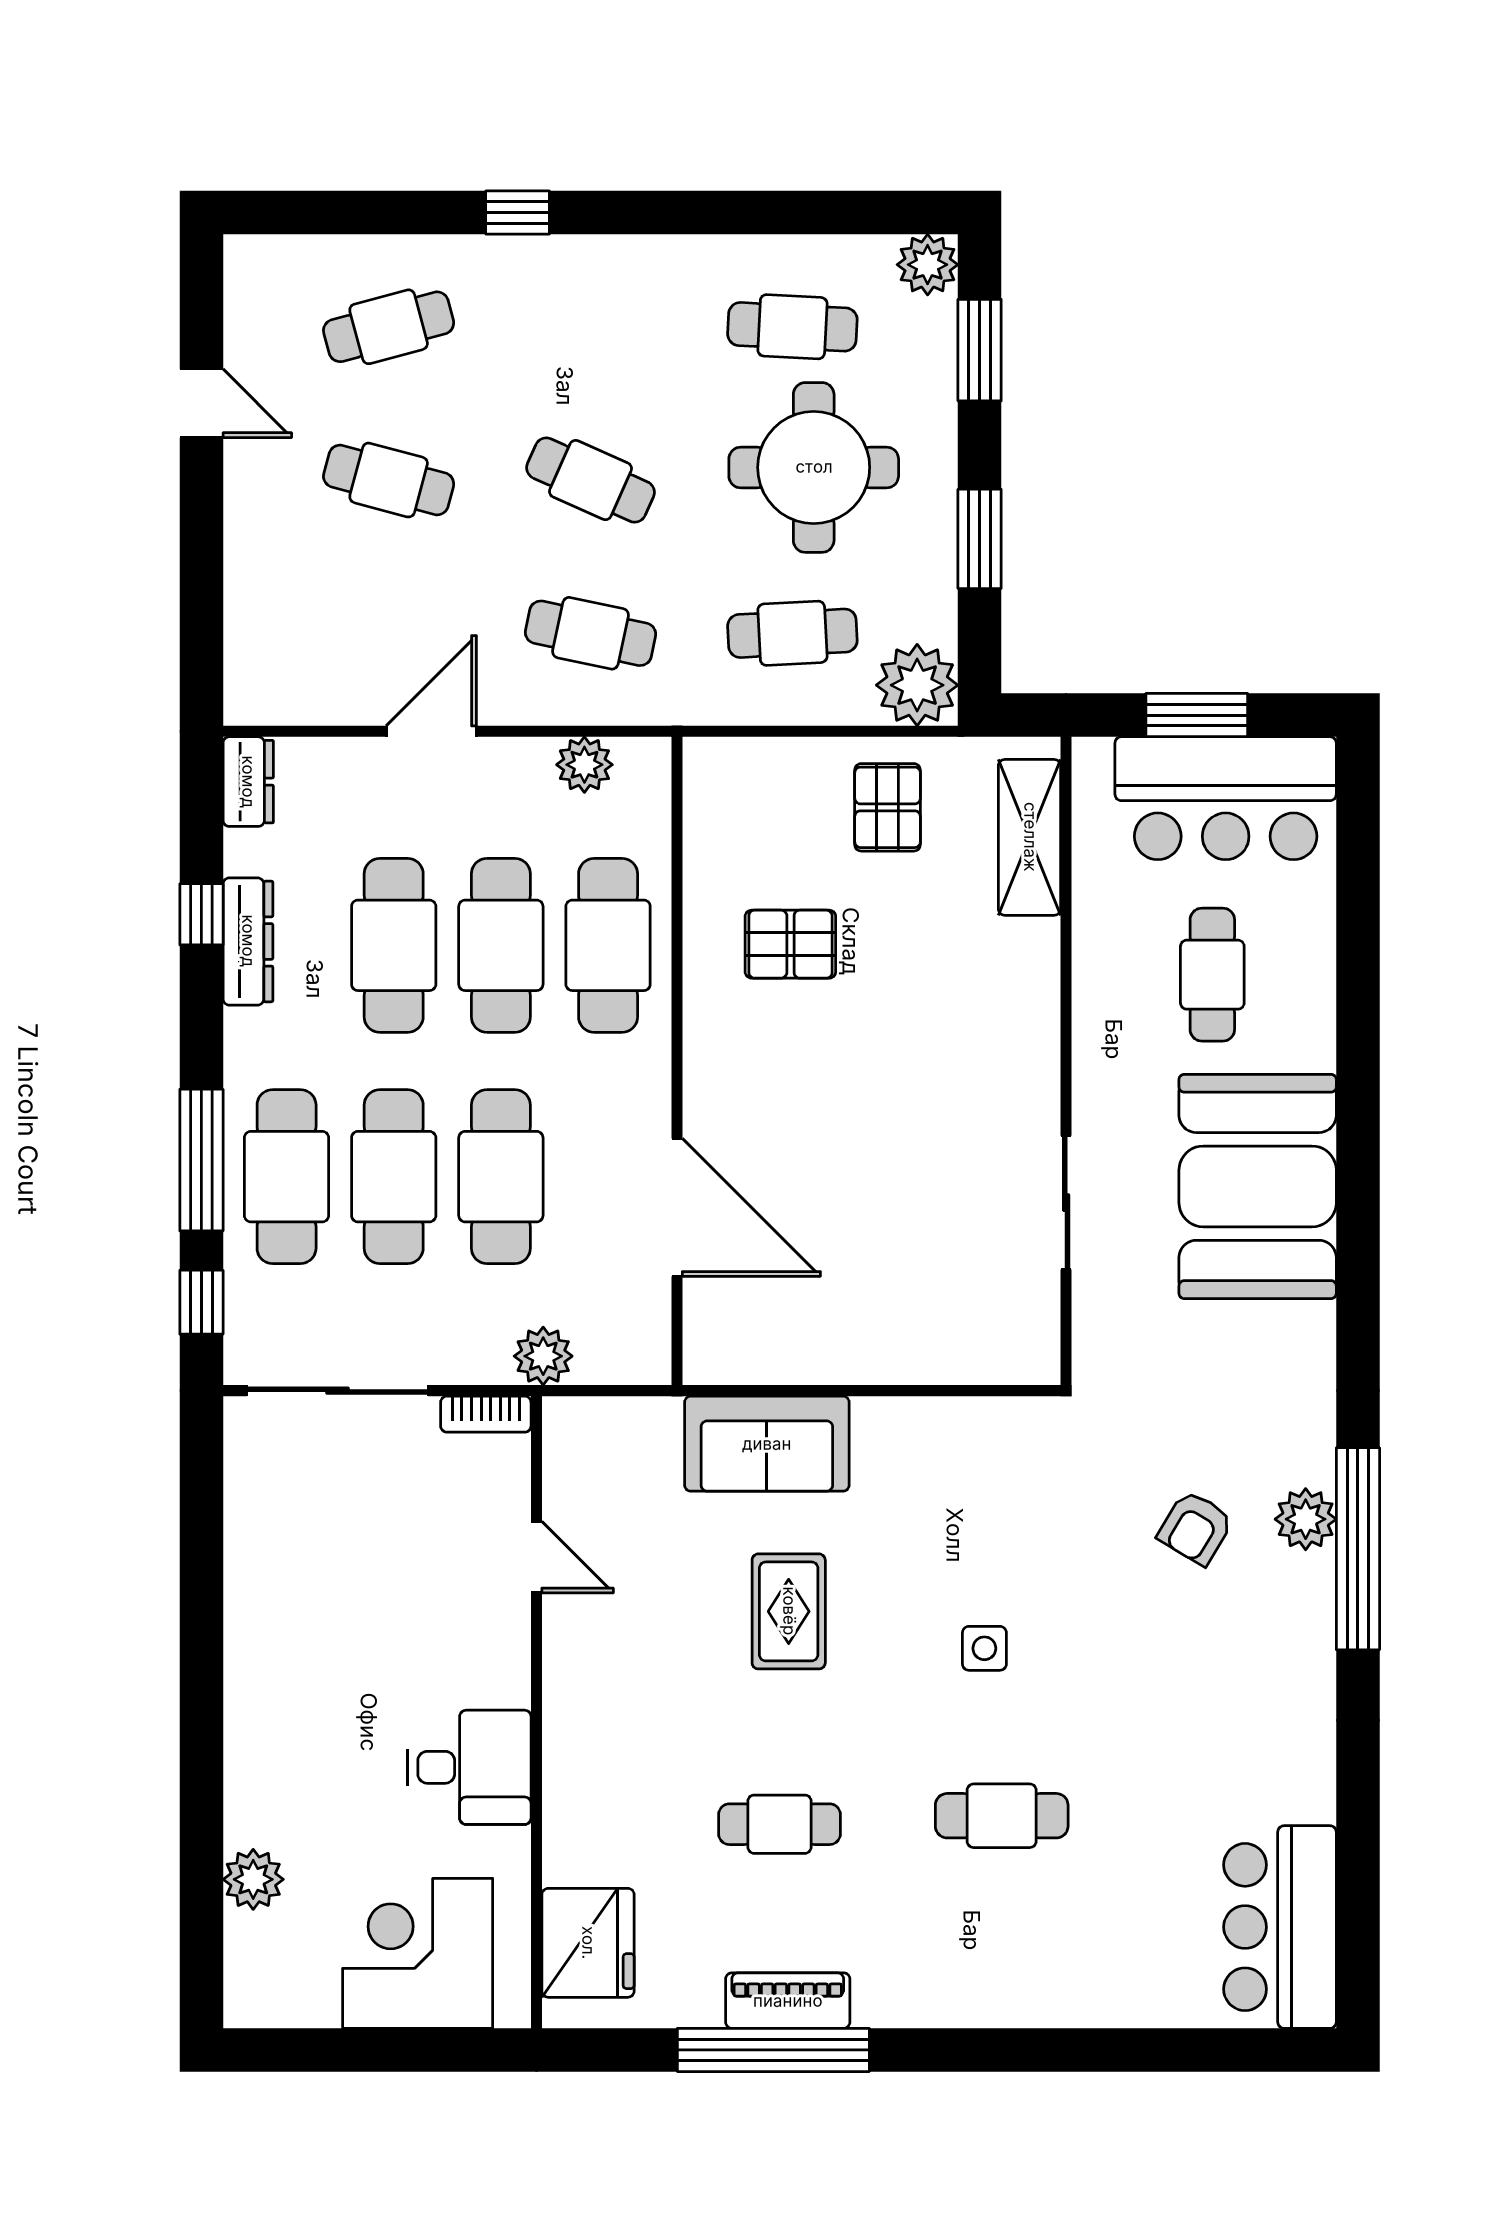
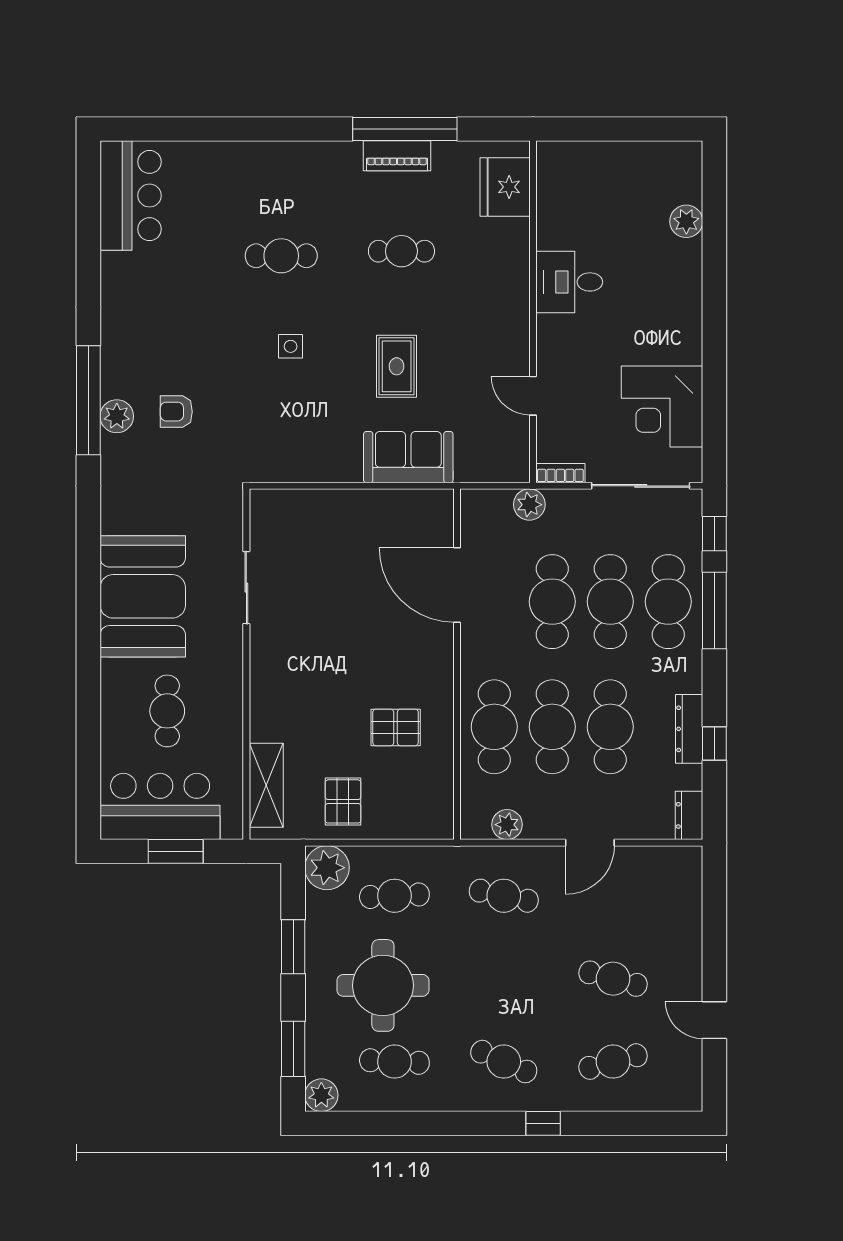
cafe table: (590, 480) -> (504, 1062), moved
armchair: (1196, 1528) -> (176, 412), turned -121
corner desk: (418, 1953) -> (662, 406), moved, turned 90

